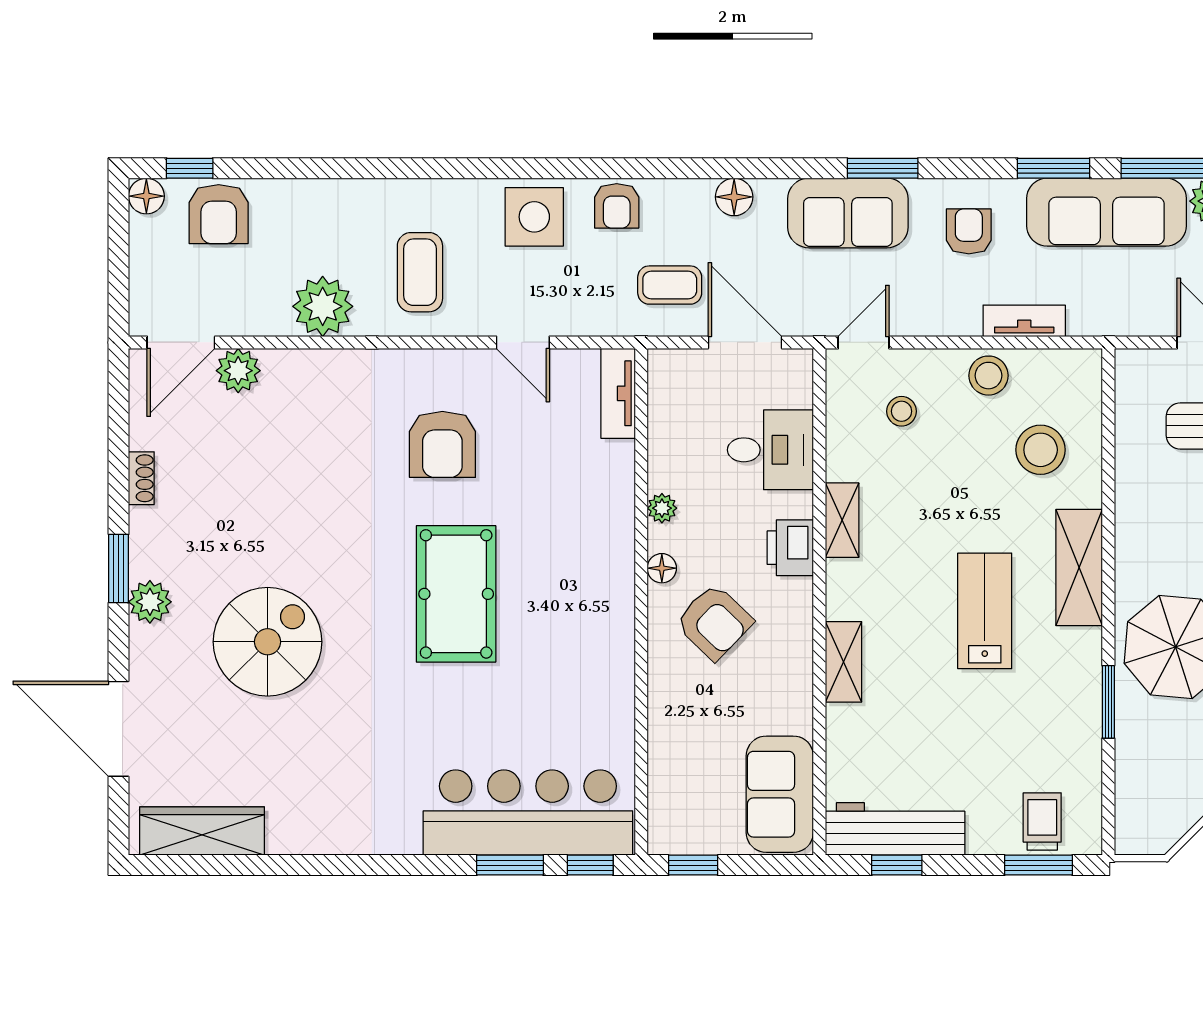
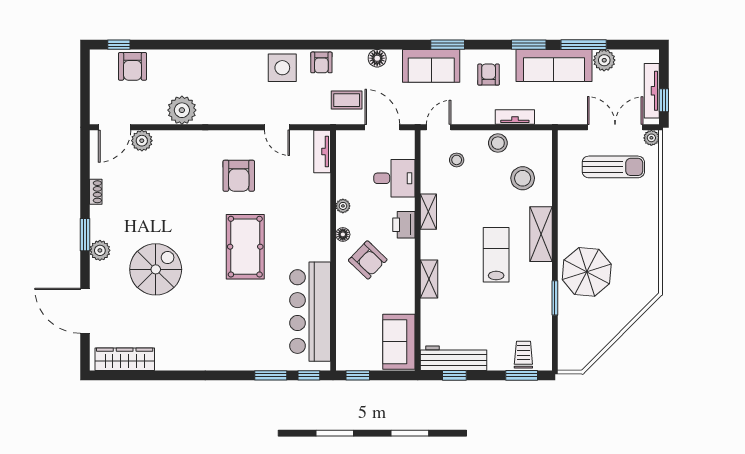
floor lamp: (146, 196) -> (98, 58), removed
coffee table: (420, 272) -> (228, 94), removed
bar counter: (528, 813) -> (310, 312), moved, turned -90

